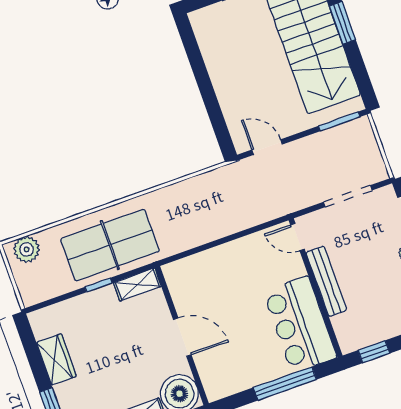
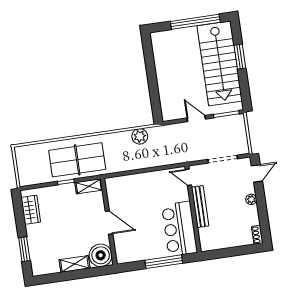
door: (267, 147) -> (196, 119), moved
plant: (27, 249) -> (140, 136), moved
window: (374, 352) -> (220, 254), removed
wardrobe: (56, 359) -> (31, 210), moved

